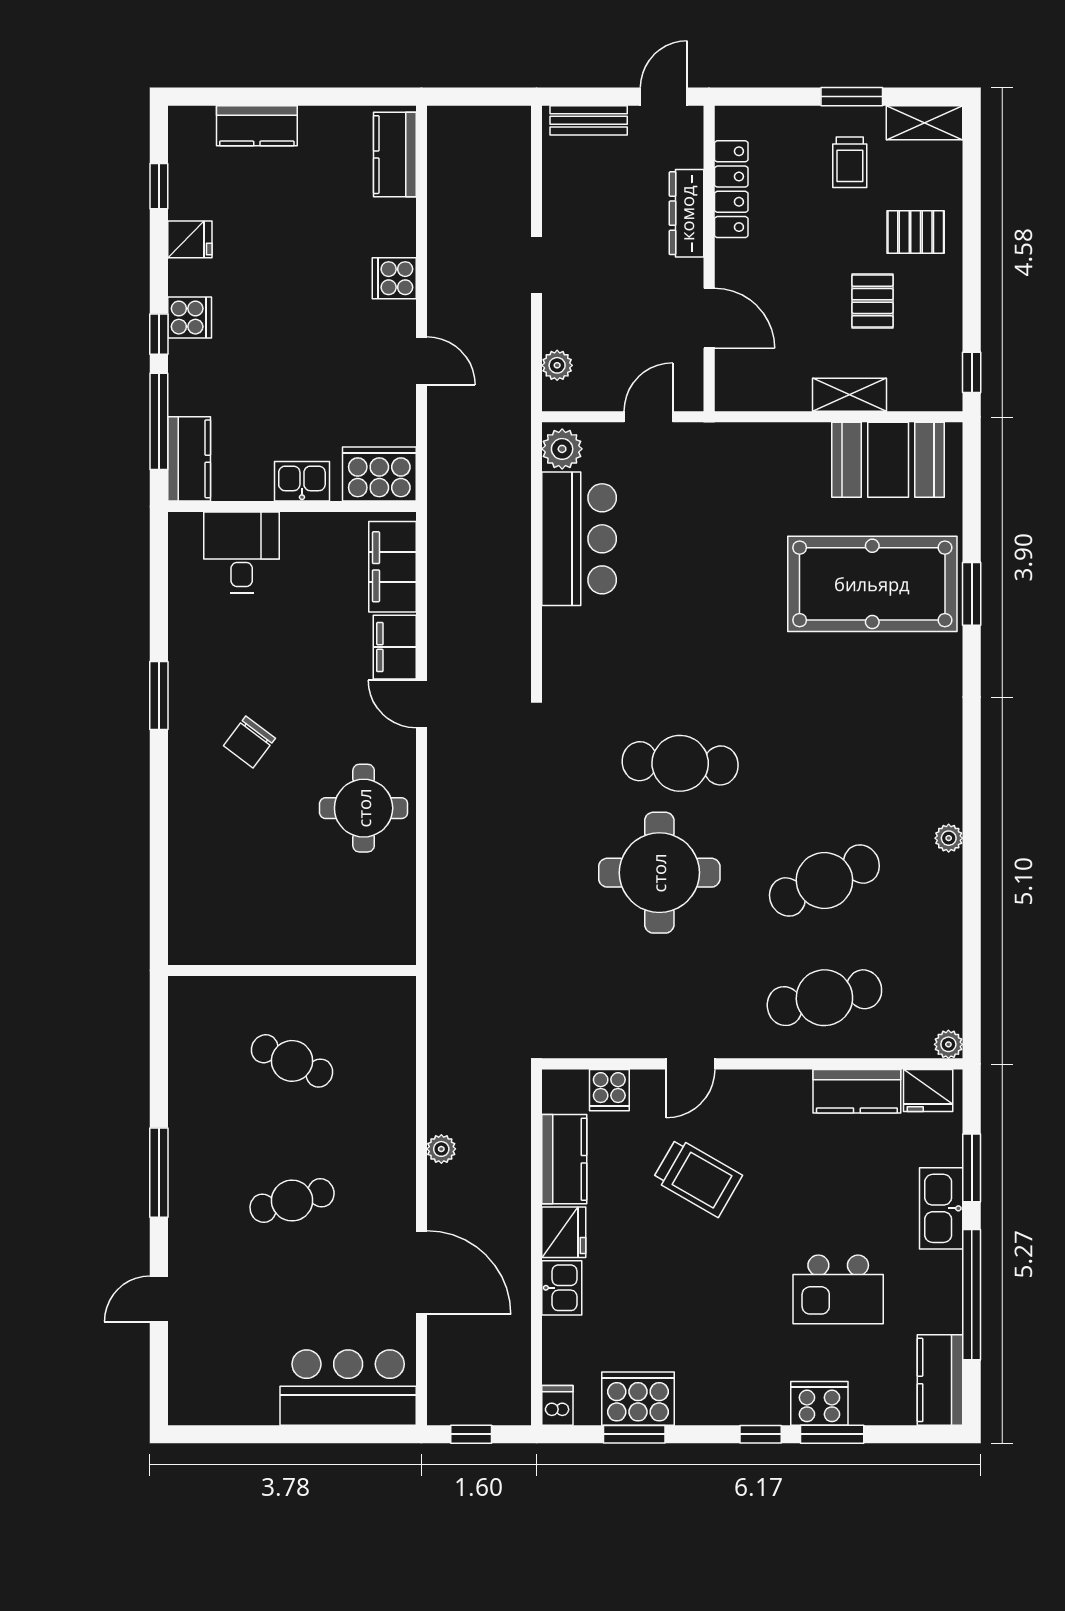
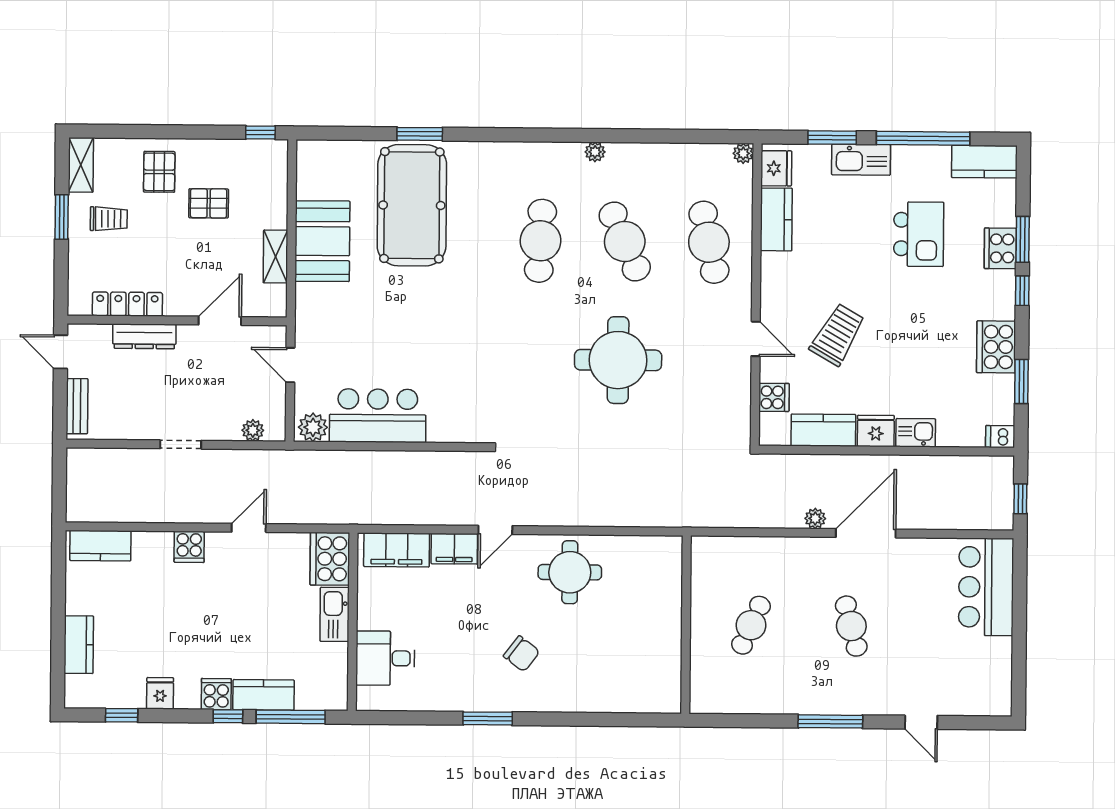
shelving: (850, 395) -> (275, 257), moved
kitchen counter: (189, 459) -> (264, 695), moved
booth: (888, 460) -> (322, 241), moved
kitchen sink: (302, 481) -> (335, 614), width x1.38
cafe table: (680, 763) -> (541, 241), moved
door: (421, 1272) -> (866, 533), moved
cooker: (638, 1399) -> (996, 347), moved

